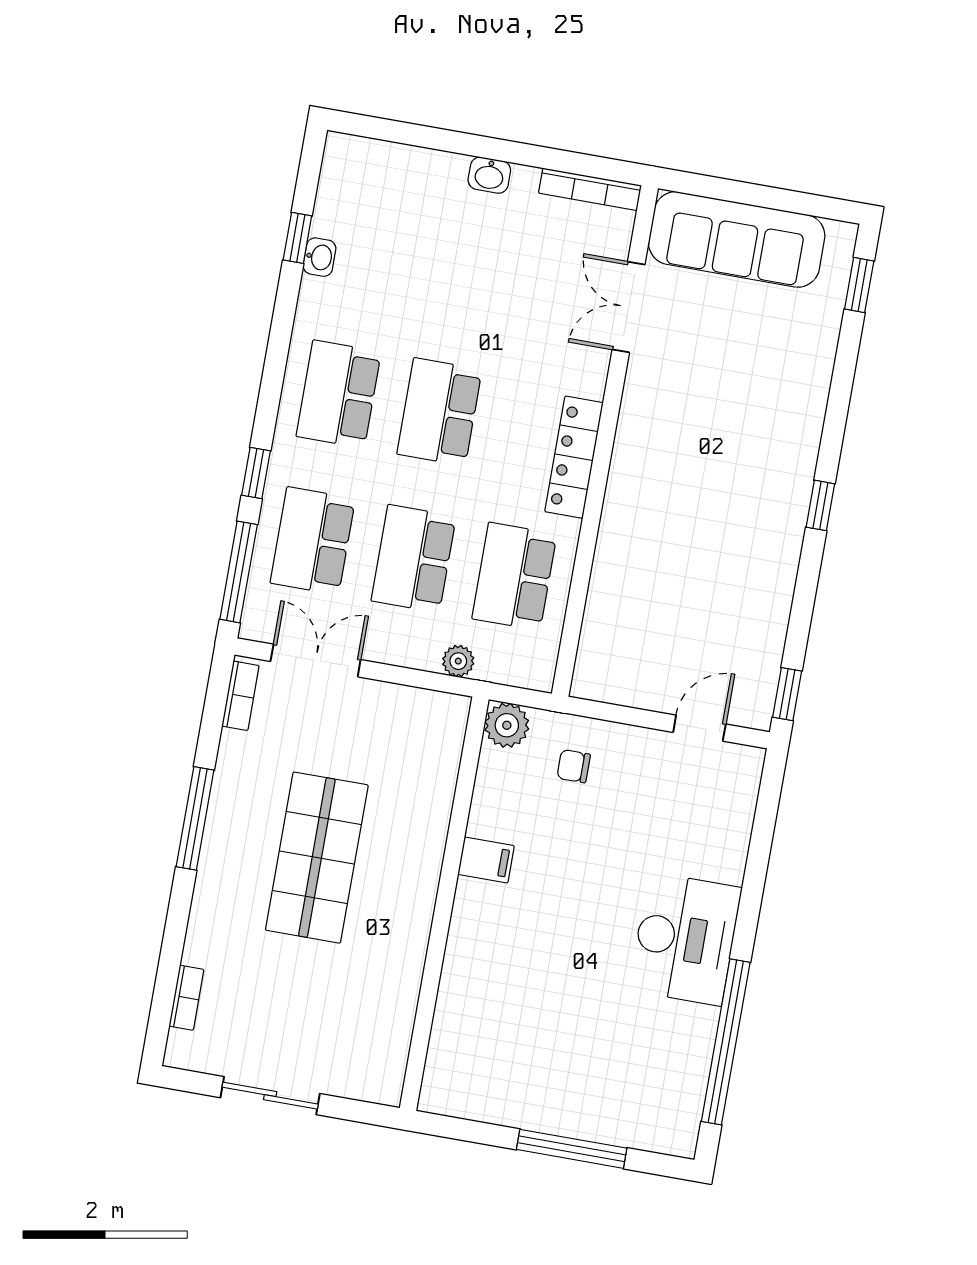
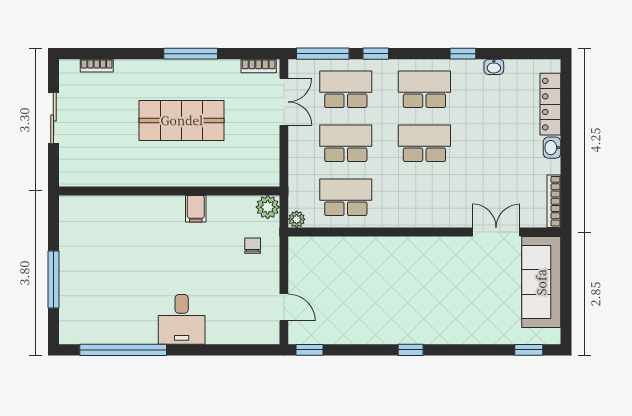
window: (297, 238) -> (463, 54), moved
locker: (574, 457) -> (550, 104), moved, turned -90
plant: (458, 661) -> (297, 219), moved
desk: (685, 939) -> (182, 319), width x0.73

